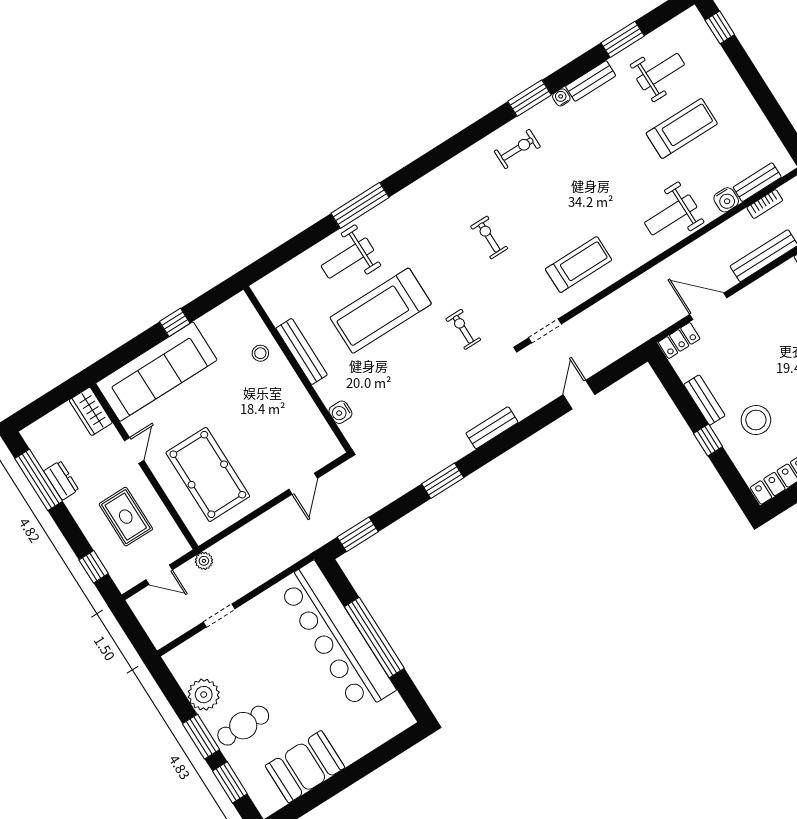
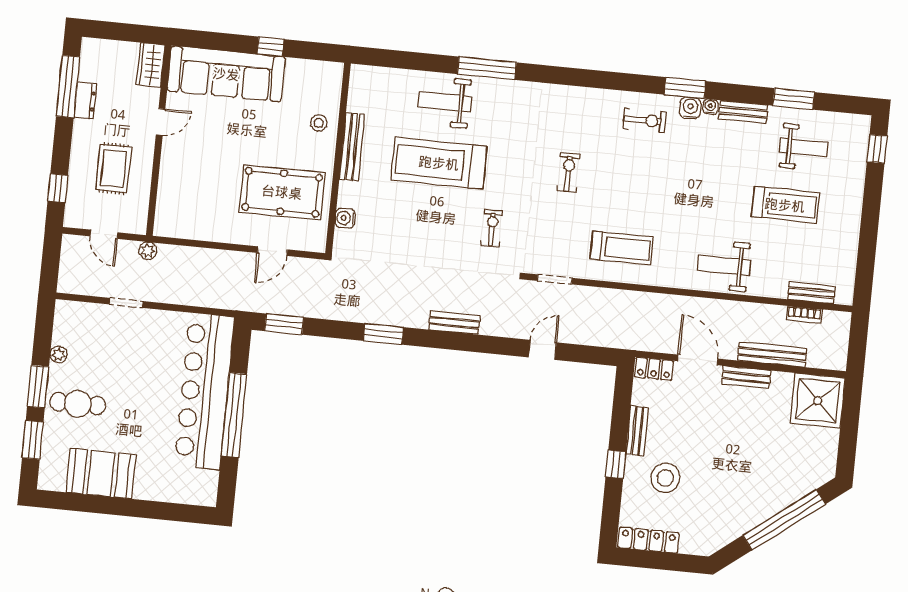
water cooler: (726, 200) -> (690, 108), moved, turned 180
bench: (758, 290) -> (746, 377), added
pool table: (208, 474) -> (282, 192), moved, turned 90
plant: (204, 695) -> (59, 355), width x0.53, depth x0.53

